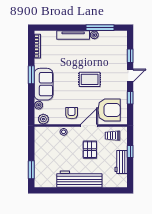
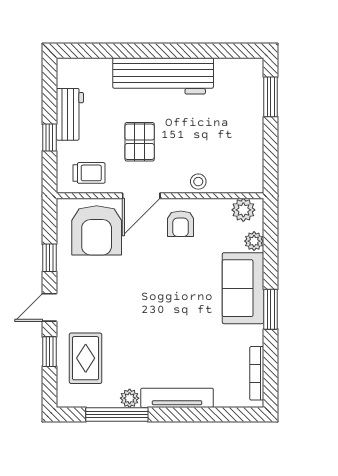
rug: (90, 79) -> (86, 358), moved, turned 90
armchair: (109, 110) -> (97, 230), turned -90

